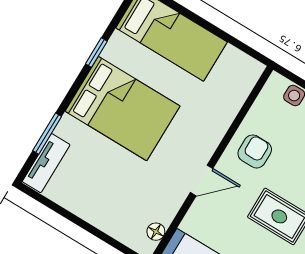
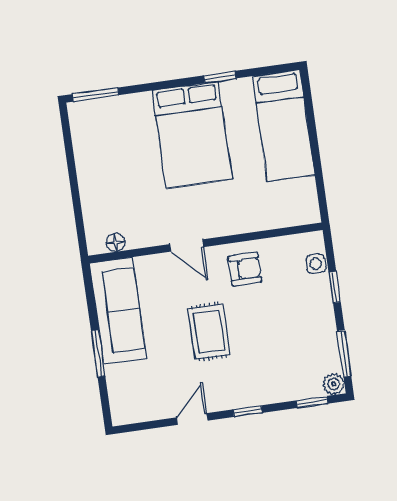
window: (47, 134) -> (96, 95), moved
tv unit: (46, 163) -> (98, 109), removed

